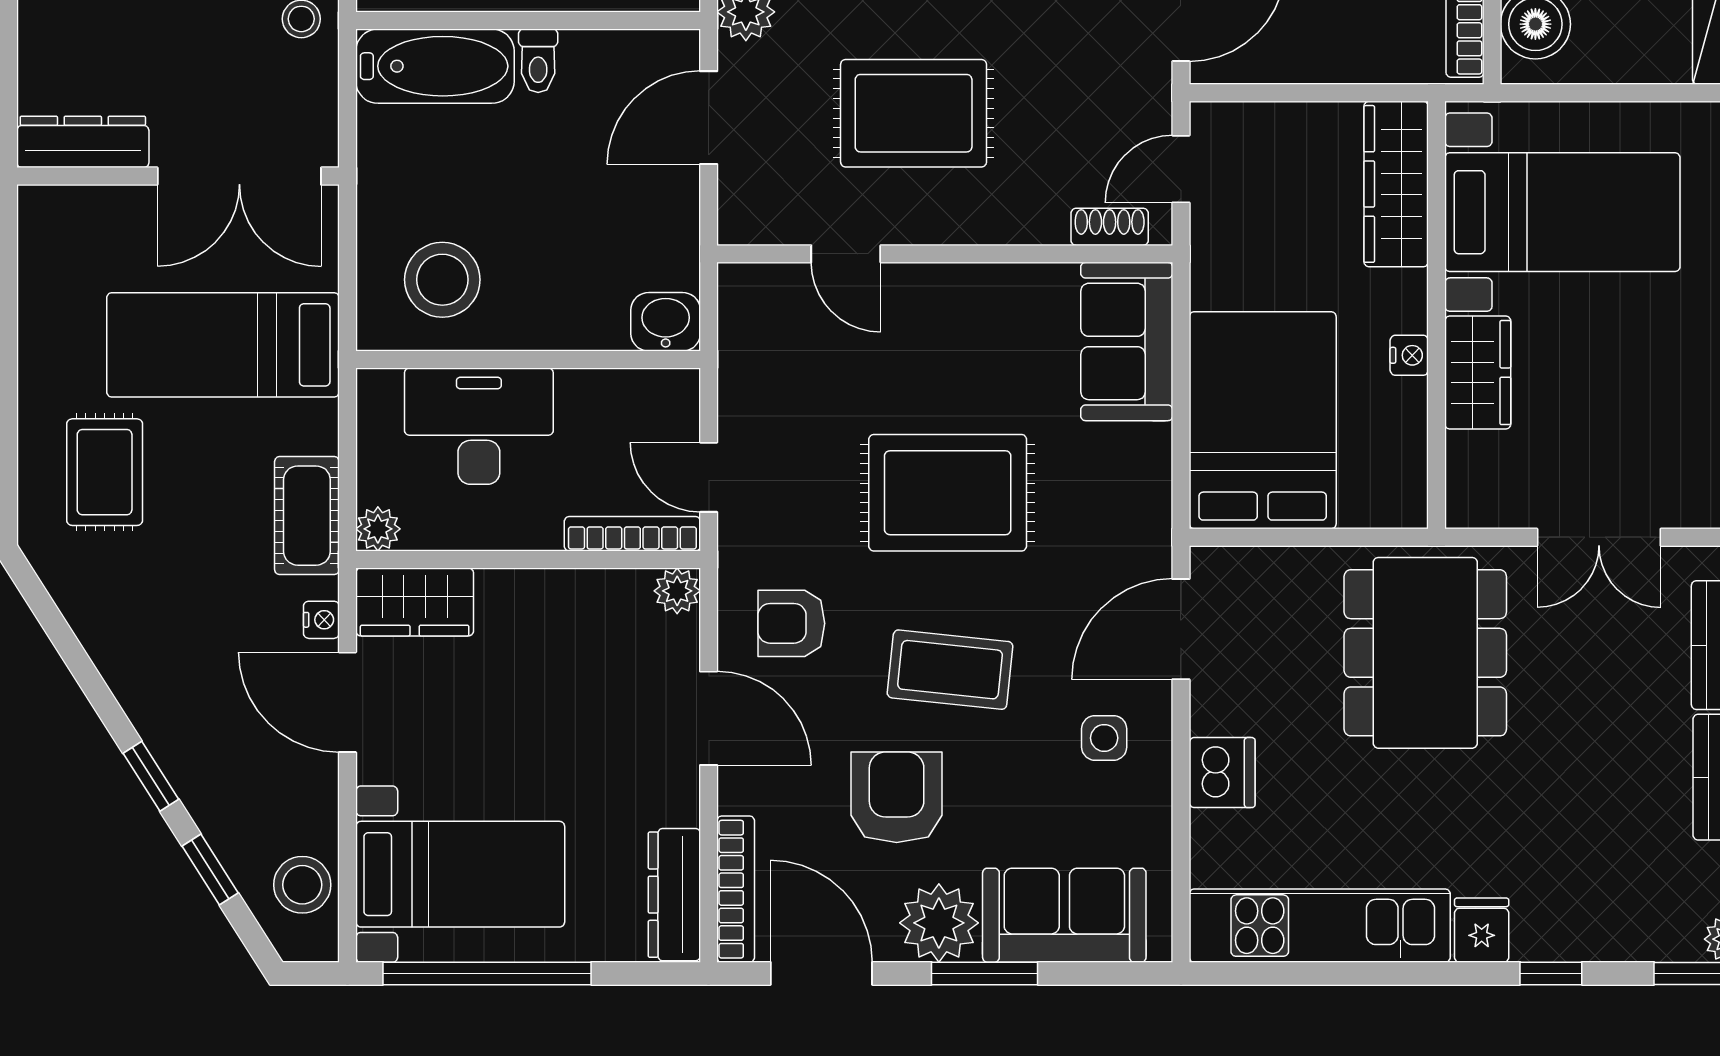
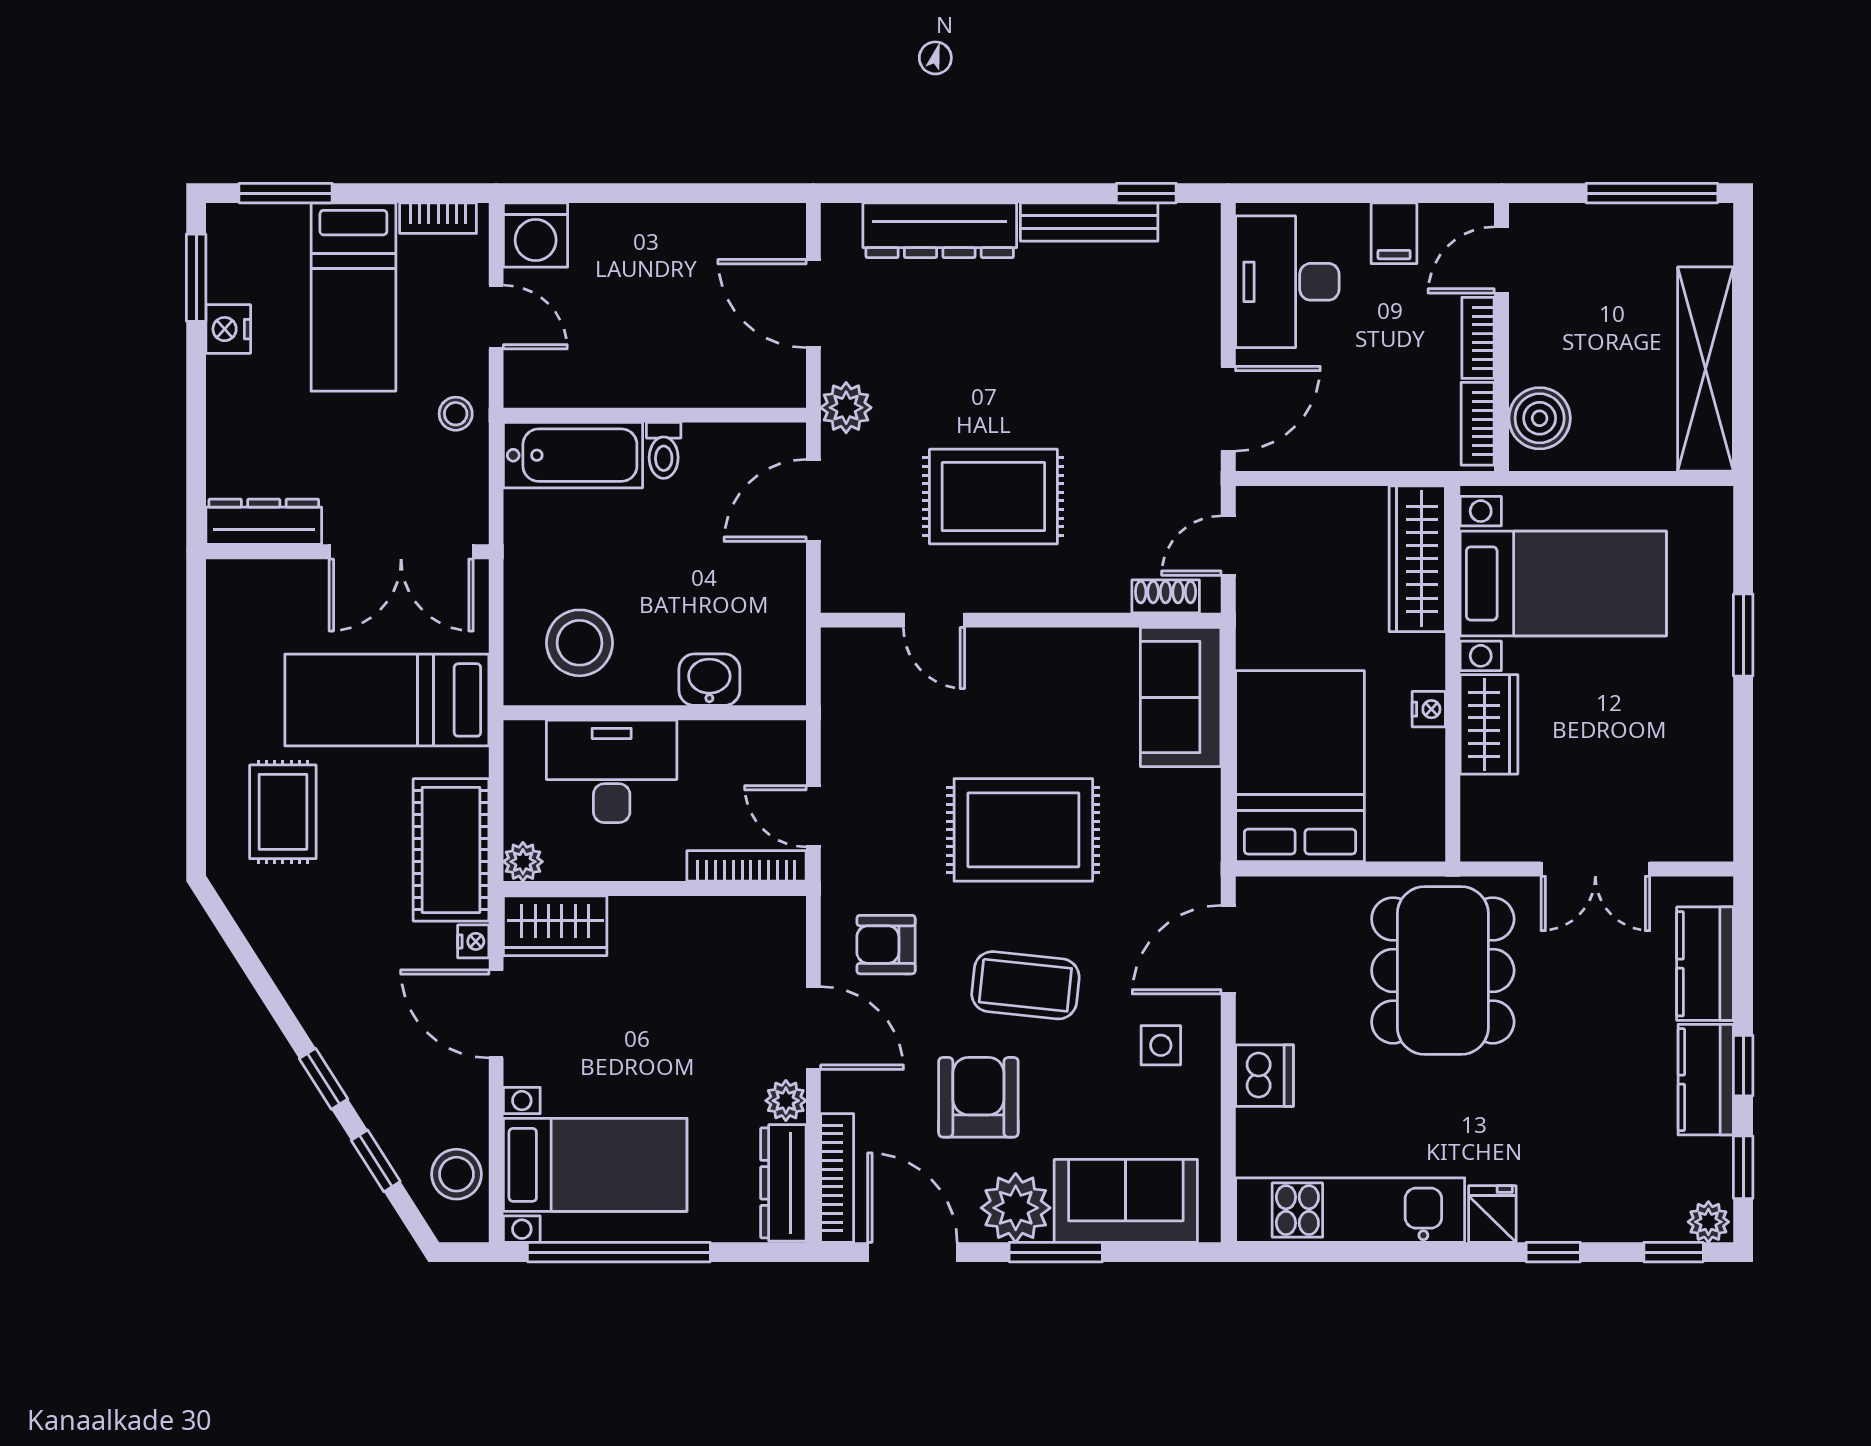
washbasin: (666, 322) -> (709, 680), moved
cot: (307, 516) -> (451, 850), width x1.37, depth x1.34
plant: (677, 591) -> (786, 1101), moved

